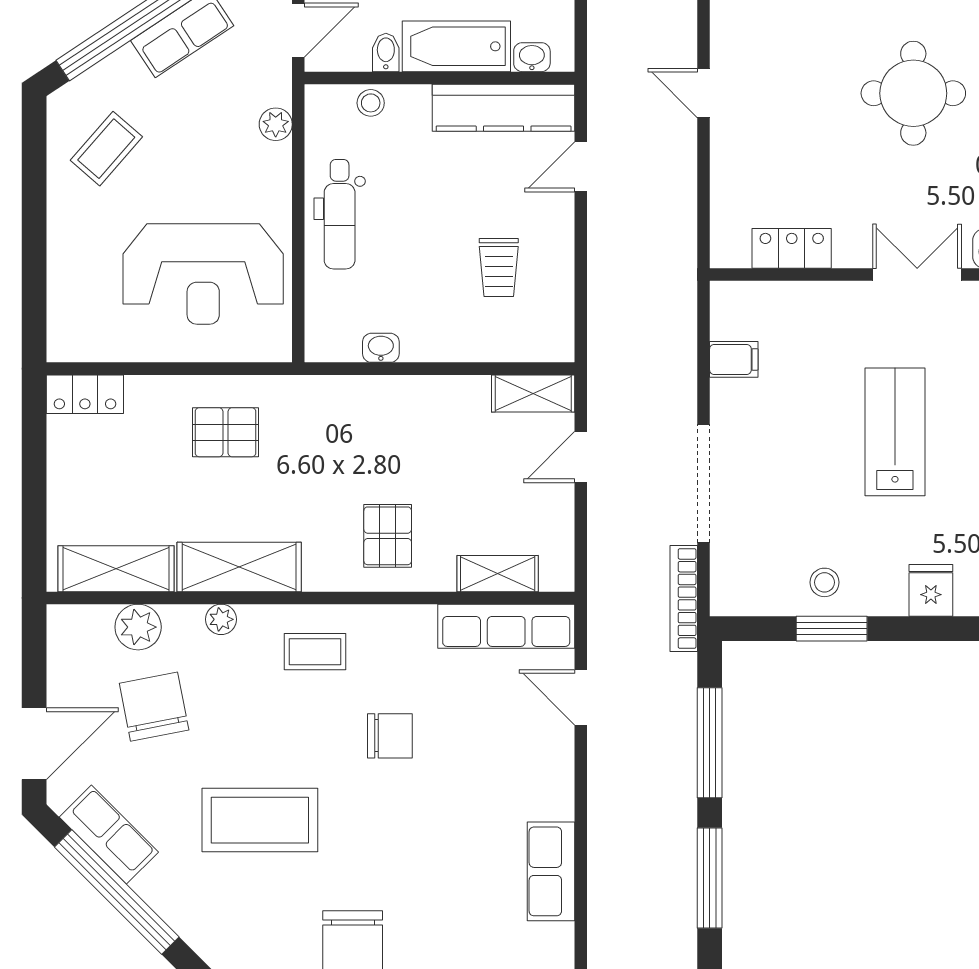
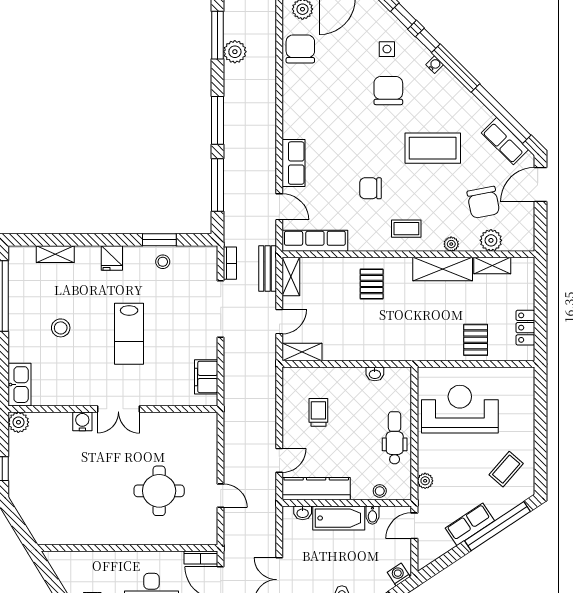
round table: (913, 93) -> (159, 491), moved
locker: (792, 248) -> (178, 421), removed
filing cabinet: (734, 359) -> (206, 377), width x2.00
locker: (85, 394) -> (525, 328), moved, turned -90
pallet: (225, 432) -> (476, 340), moved, turned 90
bench: (605, 568) -> (268, 268), added
shelving: (116, 569) -> (492, 266), width x0.67, depth x0.75
shelving: (498, 574) -> (291, 277), moved, turned 90
bookcase: (684, 599) -> (230, 263), width x0.64
row of seats: (551, 871) -> (293, 163), moved

